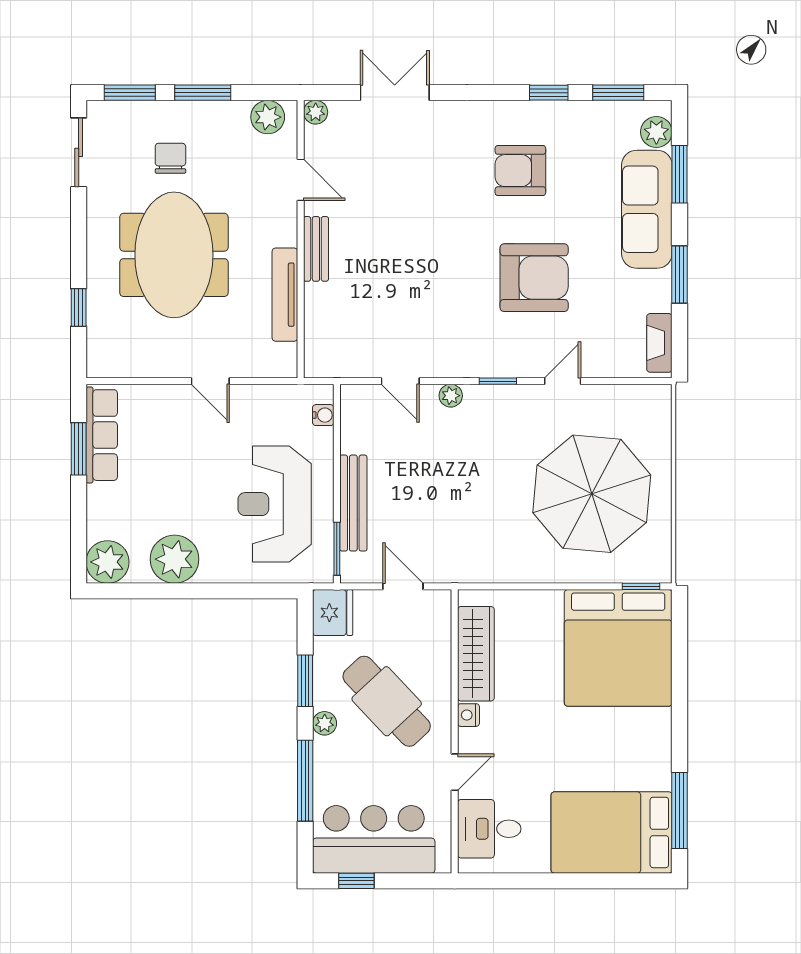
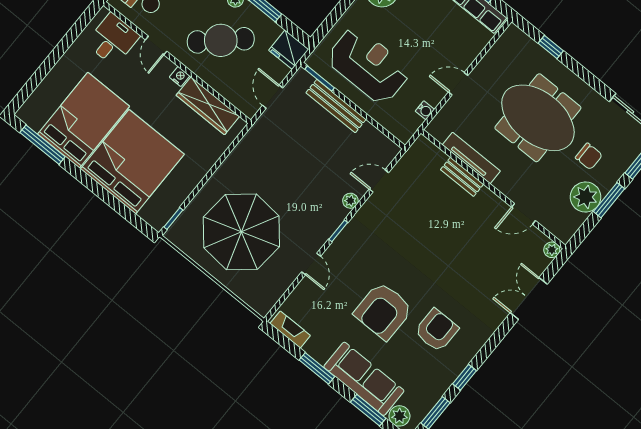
double door: (395, 93) -> (529, 298), swing flipped
plant: (268, 117) -> (586, 197), moved, width x1.36, depth x1.36
bench: (316, 249) -> (462, 177), moved
armchair: (534, 278) -> (383, 311), moved
water cooler: (323, 415) -> (425, 110), moved, turned -90
door: (403, 586) -> (273, 97), swing flipped
bed: (618, 648) -> (132, 162), moved, turned 90
bed: (612, 832) -> (84, 120), moved

